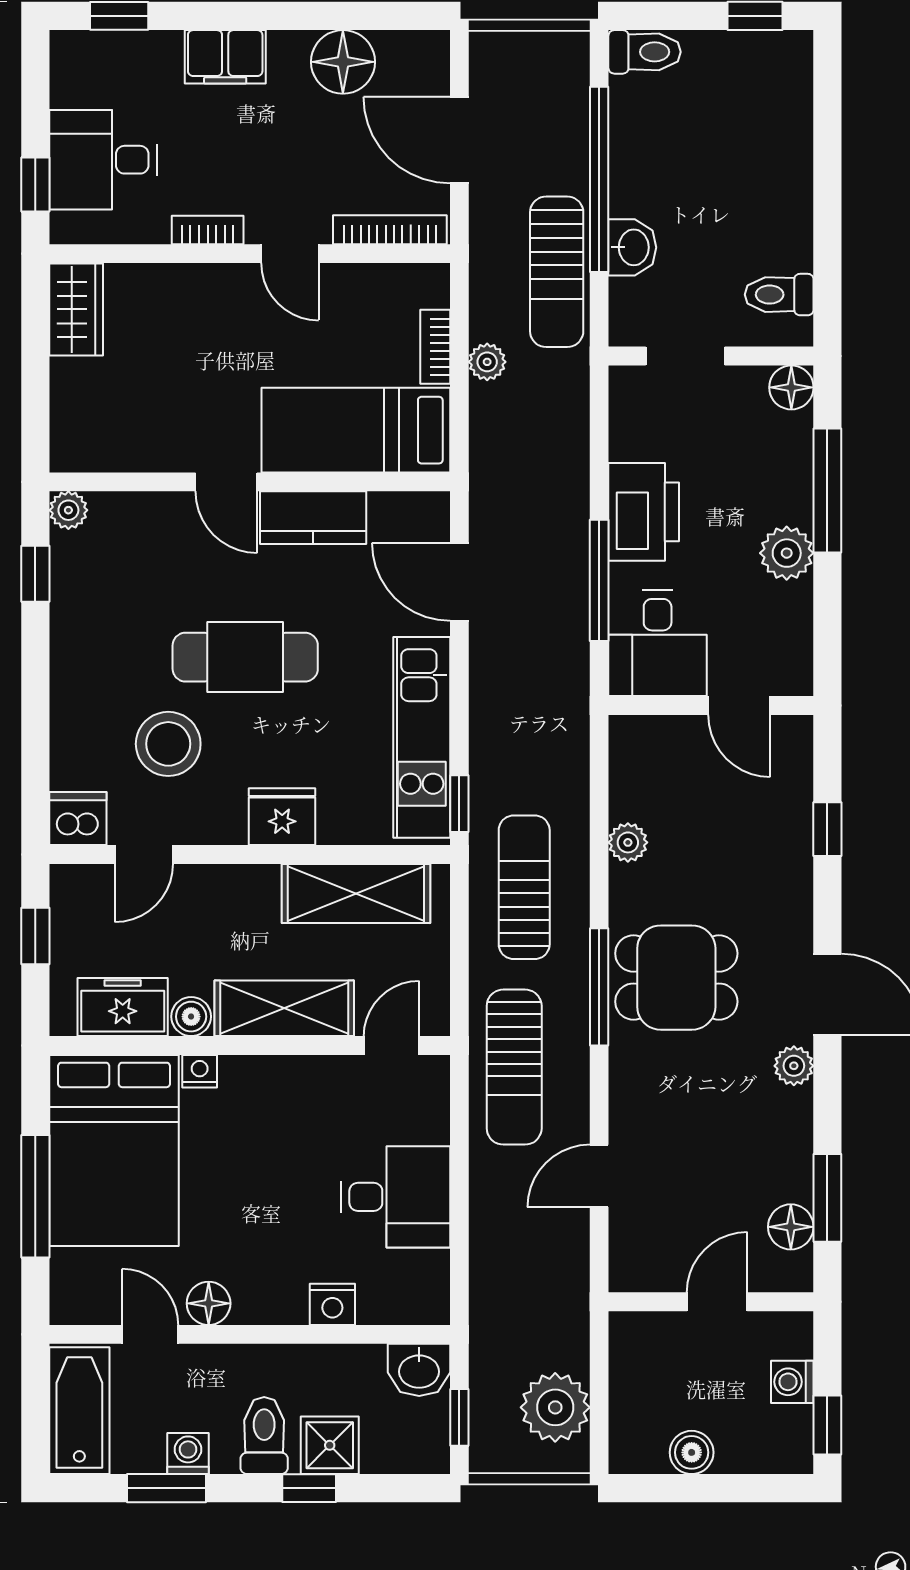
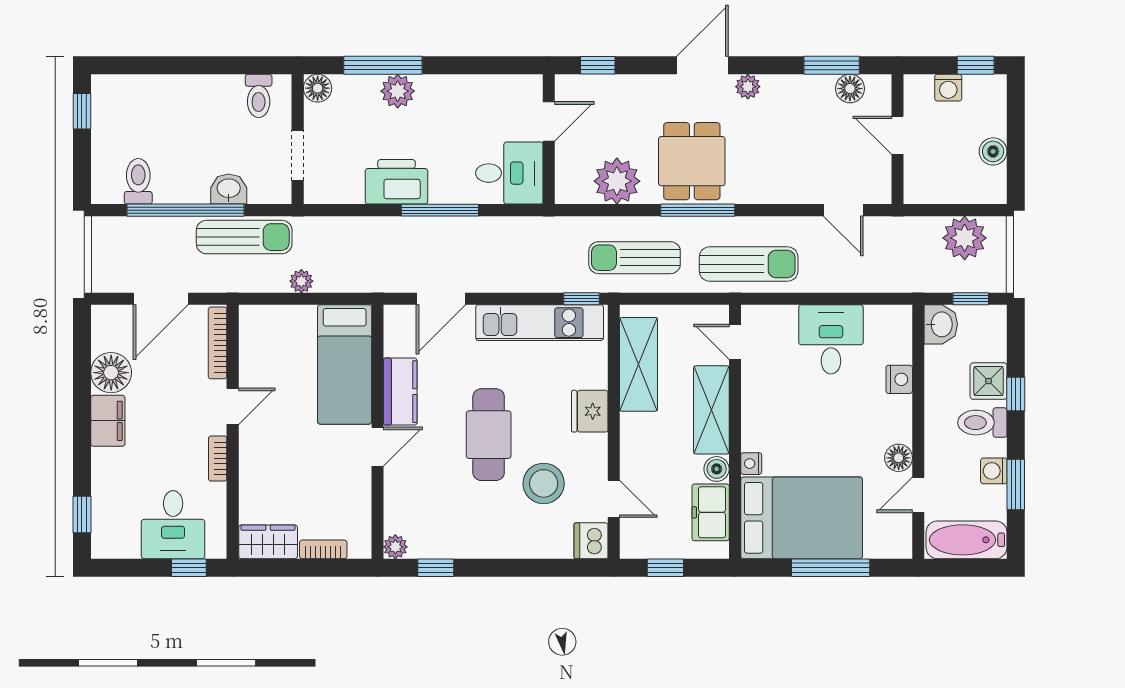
toilet: (645, 52) -> (138, 181), moved
filing cabinet: (225, 57) -> (108, 421), moved
bookcase: (435, 347) -> (323, 549), moved, turned 180
plant: (787, 553) -> (398, 91), moved
desk: (658, 643) -> (509, 173), moved
wall: (711, 705) -> (549, 139), moved
door: (739, 705) -> (549, 121), moved
plant: (628, 842) -> (617, 181), width x1.88, depth x1.88
door: (599, 1176) -> (843, 210), moved

